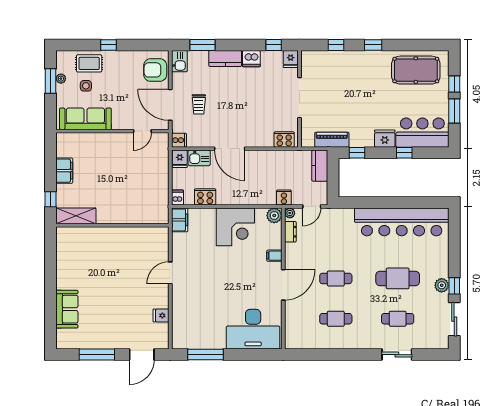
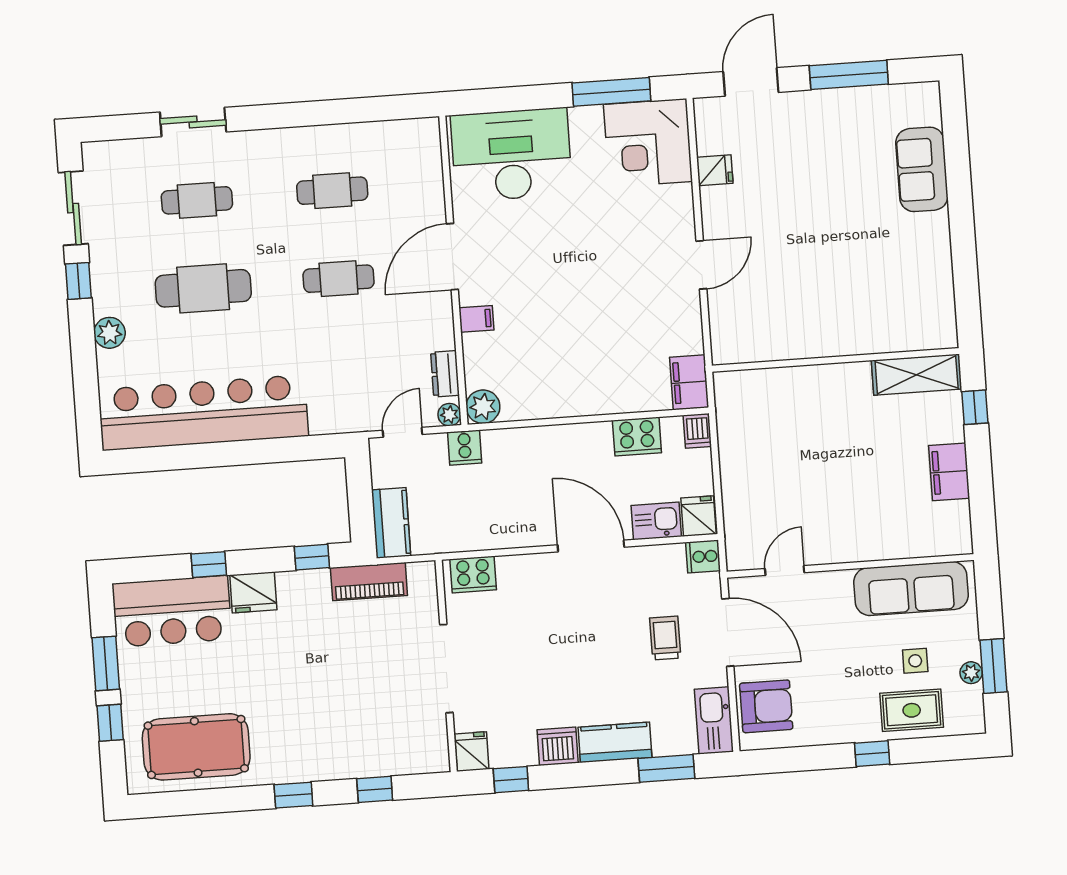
kitchen sink: (179, 61) -> (714, 720), width x1.38
corner desk: (235, 227) -> (648, 143), moved, turned -90
plant: (442, 285) -> (110, 333), moved

